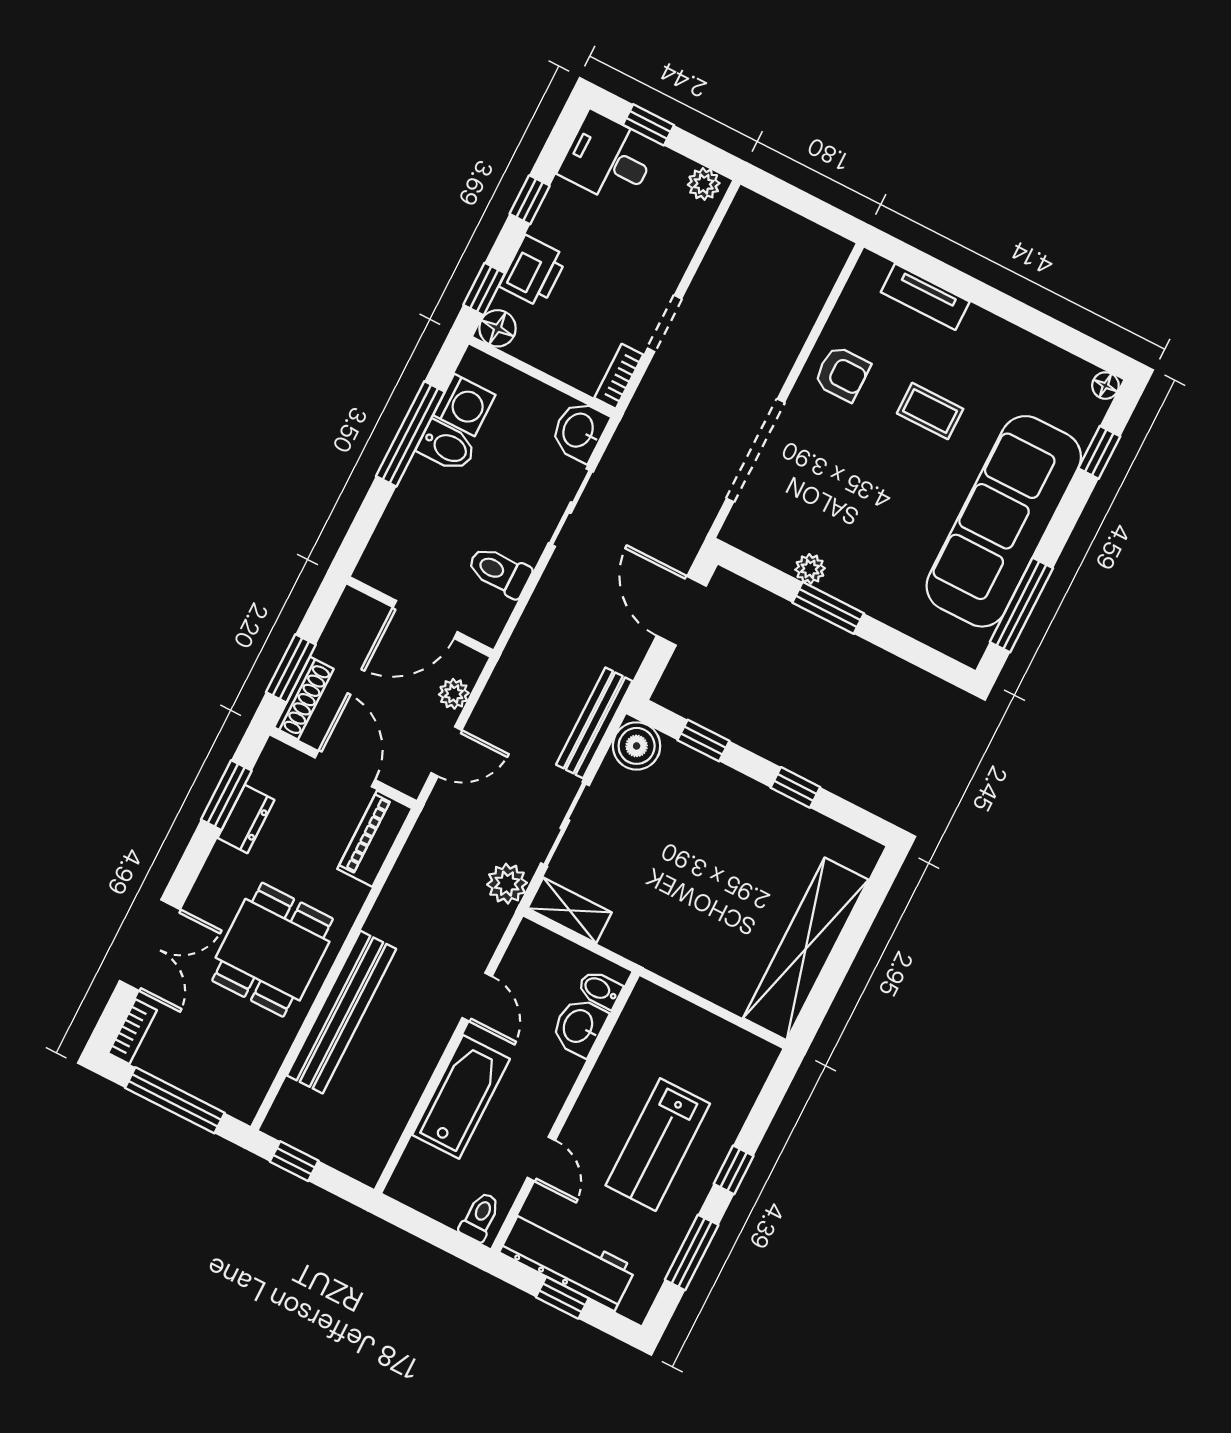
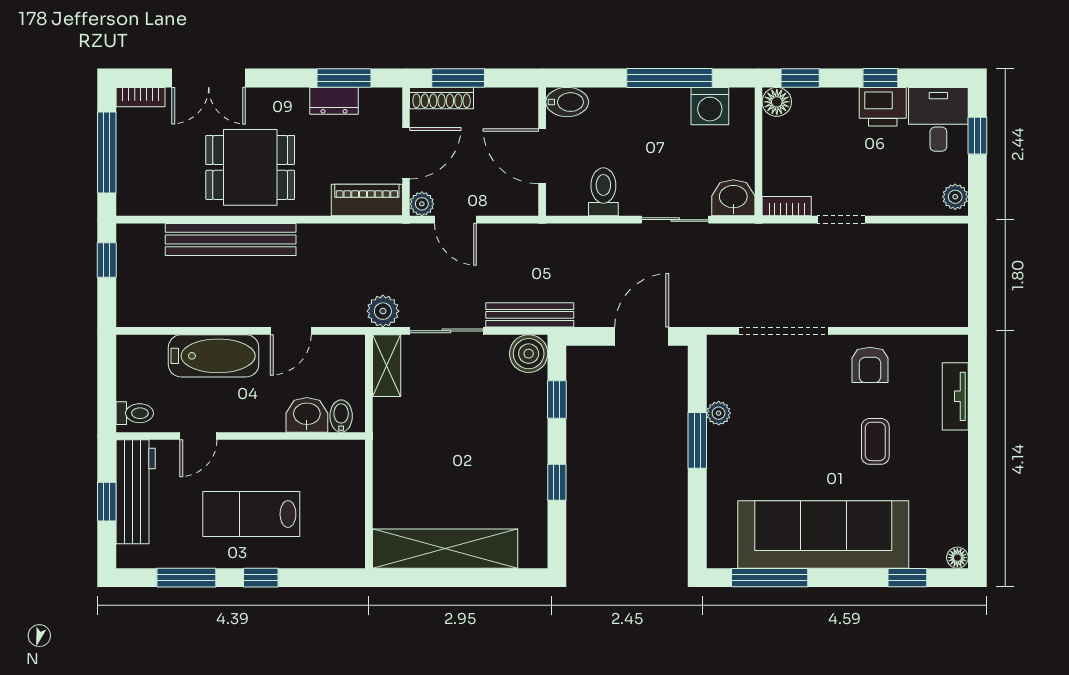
printer: (533, 271) -> (883, 107), moved
bidet: (447, 446) -> (567, 102), moved, turned -90
plant: (454, 694) -> (422, 204), moved

